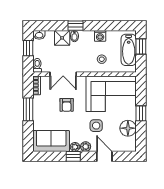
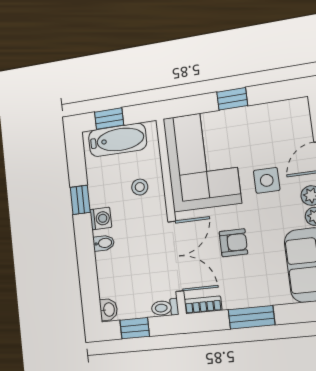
window: (76, 26) -> (80, 200), moved
washing machine: (100, 36) -> (101, 219), moved
shower: (62, 38) -> (109, 266), removed
double door: (63, 74) -> (176, 256), width x1.37
floor lamp: (128, 128) -> (264, 119), removed

